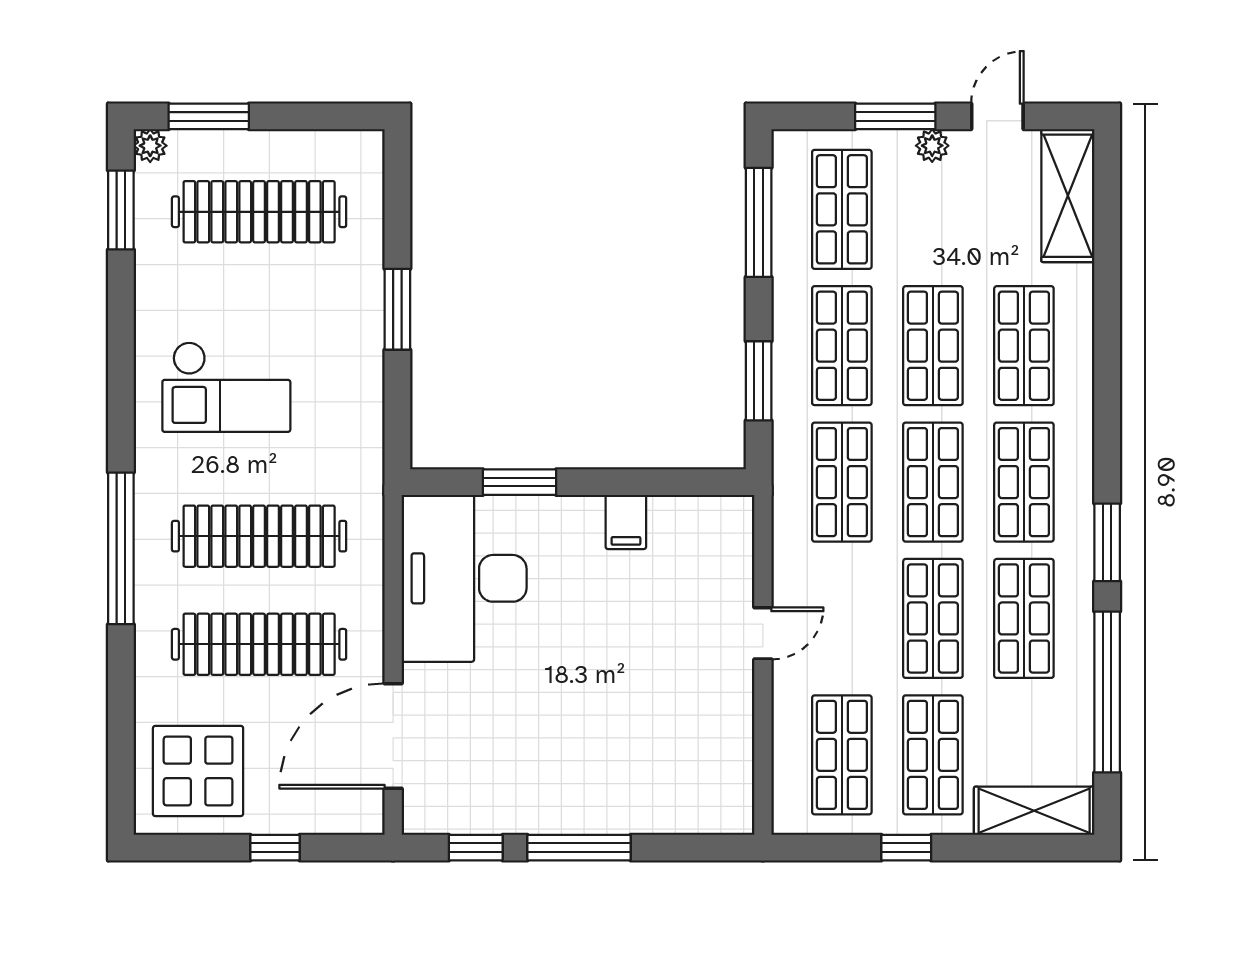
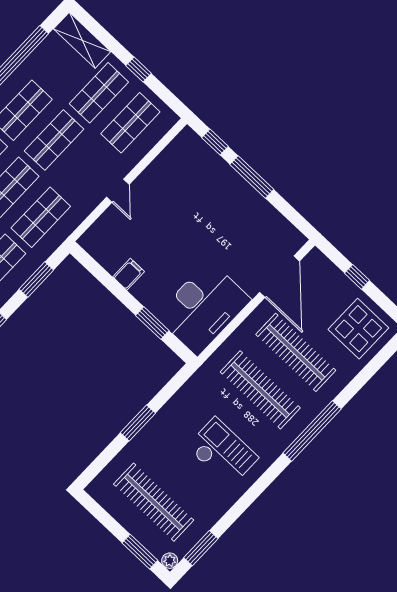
door: (763, 633) -> (118, 191), swing flipped
door: (393, 736) -> (279, 277), hinge flipped
window: (476, 848) -> (215, 142), moved

